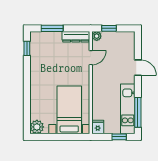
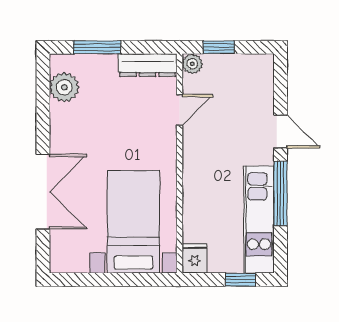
window: (27, 48) -> (43, 90), removed
double door: (27, 96) -> (43, 192), added
window: (138, 112) -> (280, 193), moved
plant: (37, 127) -> (64, 87), moved

